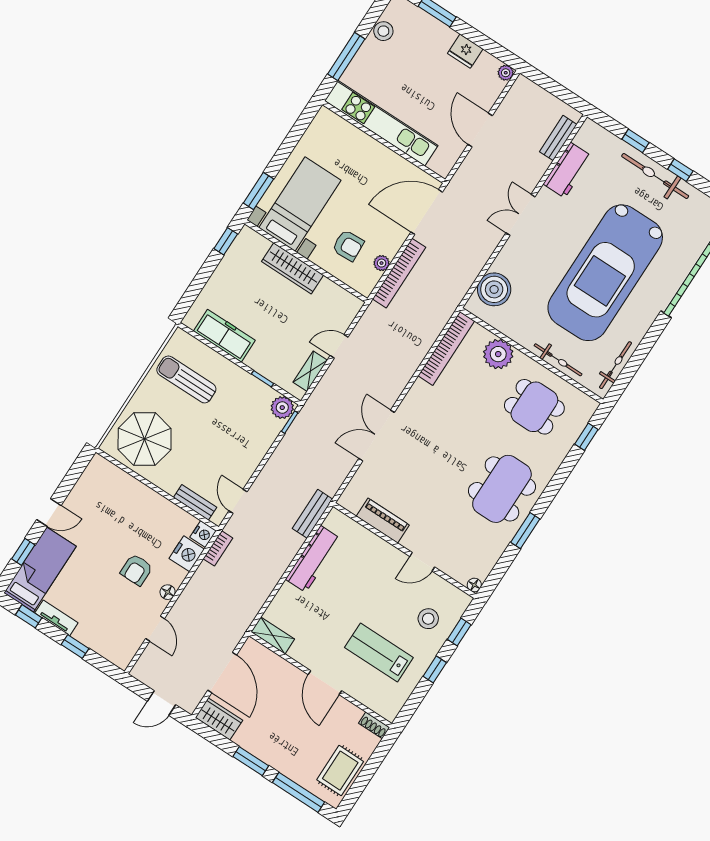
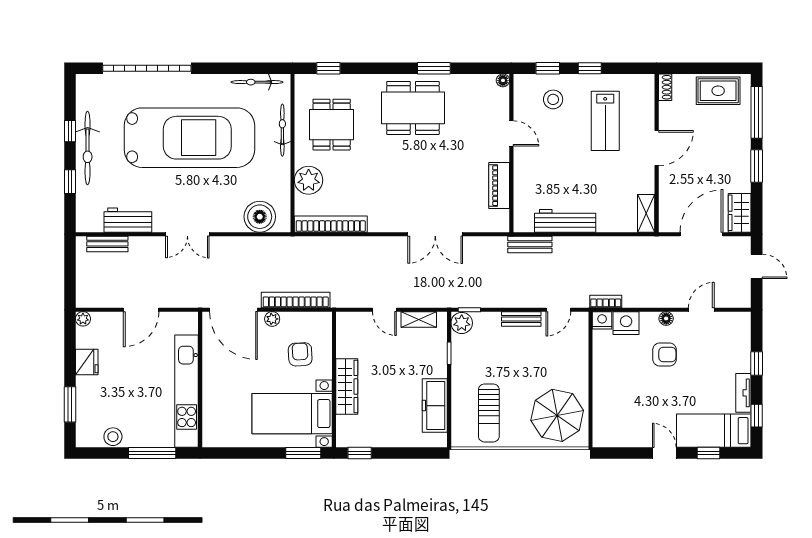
plant: (382, 263) -> (272, 319), moved
bench: (195, 502) -> (521, 319), moved, turned 90

